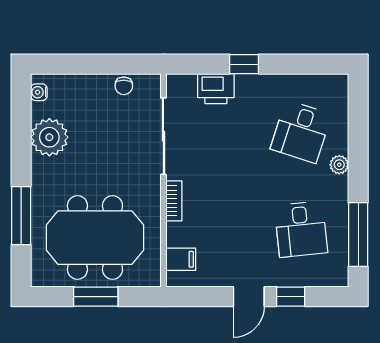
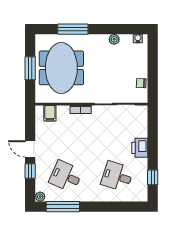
window: (244, 64) -> (153, 177), moved
printer: (216, 89) -> (140, 148), moved
plant: (49, 137) -> (114, 39), width x0.53, depth x0.53
plant: (339, 165) -> (40, 197), moved
desk: (301, 229) -> (66, 176), turned 30

